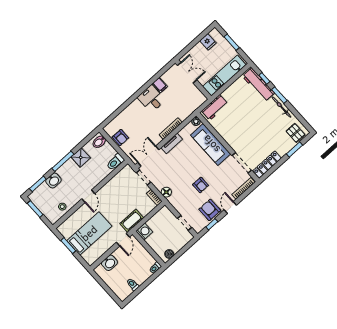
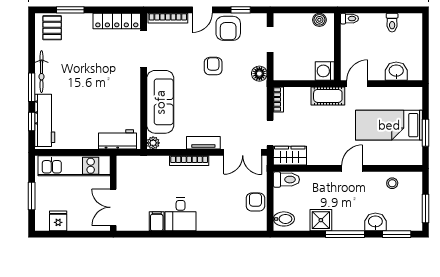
wardrobe: (124, 175) -> (290, 156), added
floor lamp: (166, 192) -> (259, 74), moved

